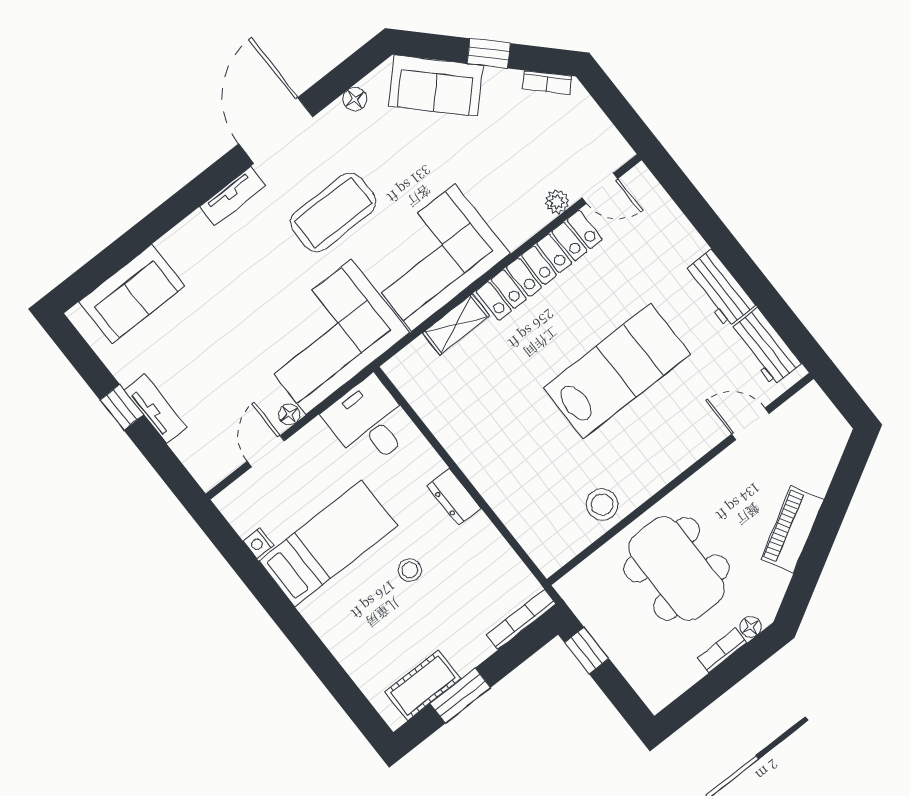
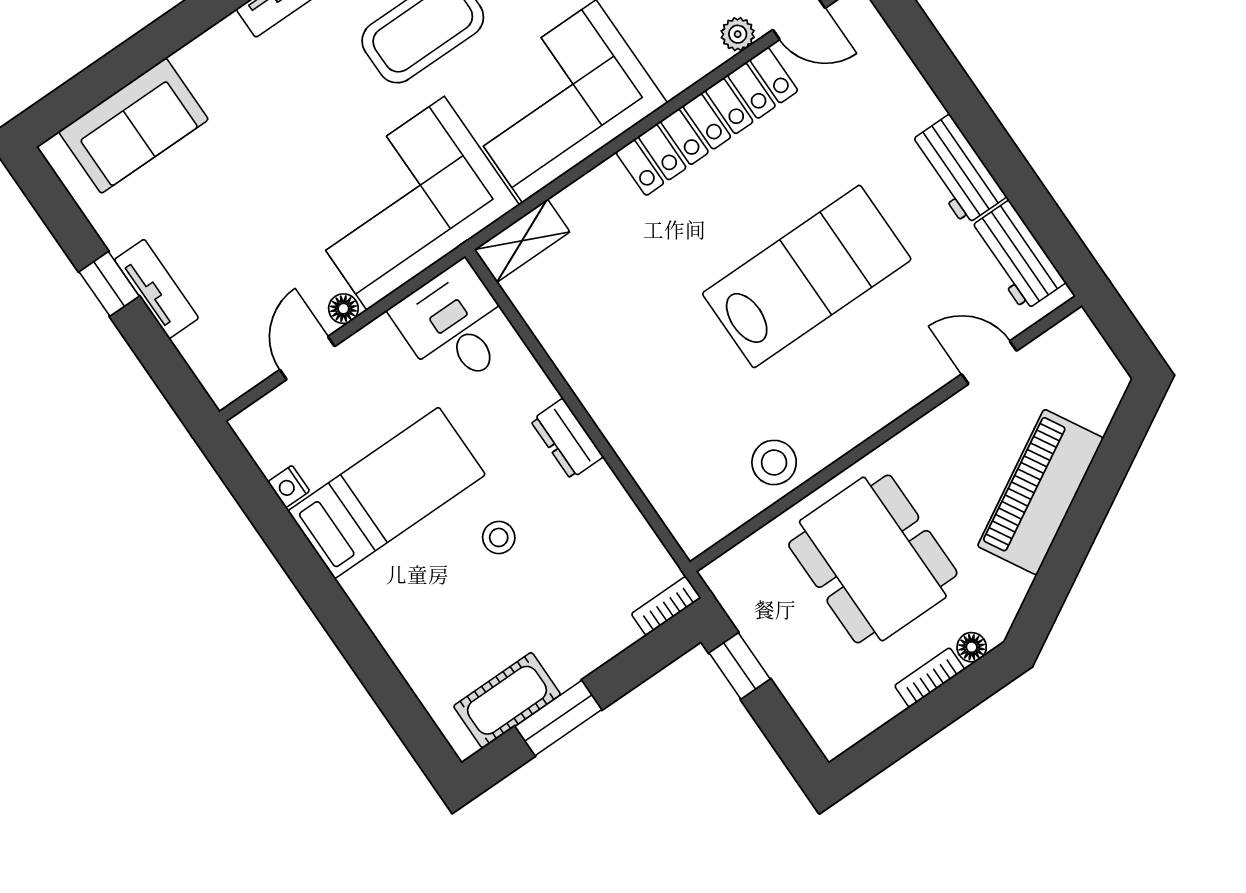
shelving: (456, 324) -> (522, 241), moved
piano: (792, 529) -> (1040, 492), width x1.37, depth x1.33
bookcase: (521, 619) -> (666, 606), width x0.64

